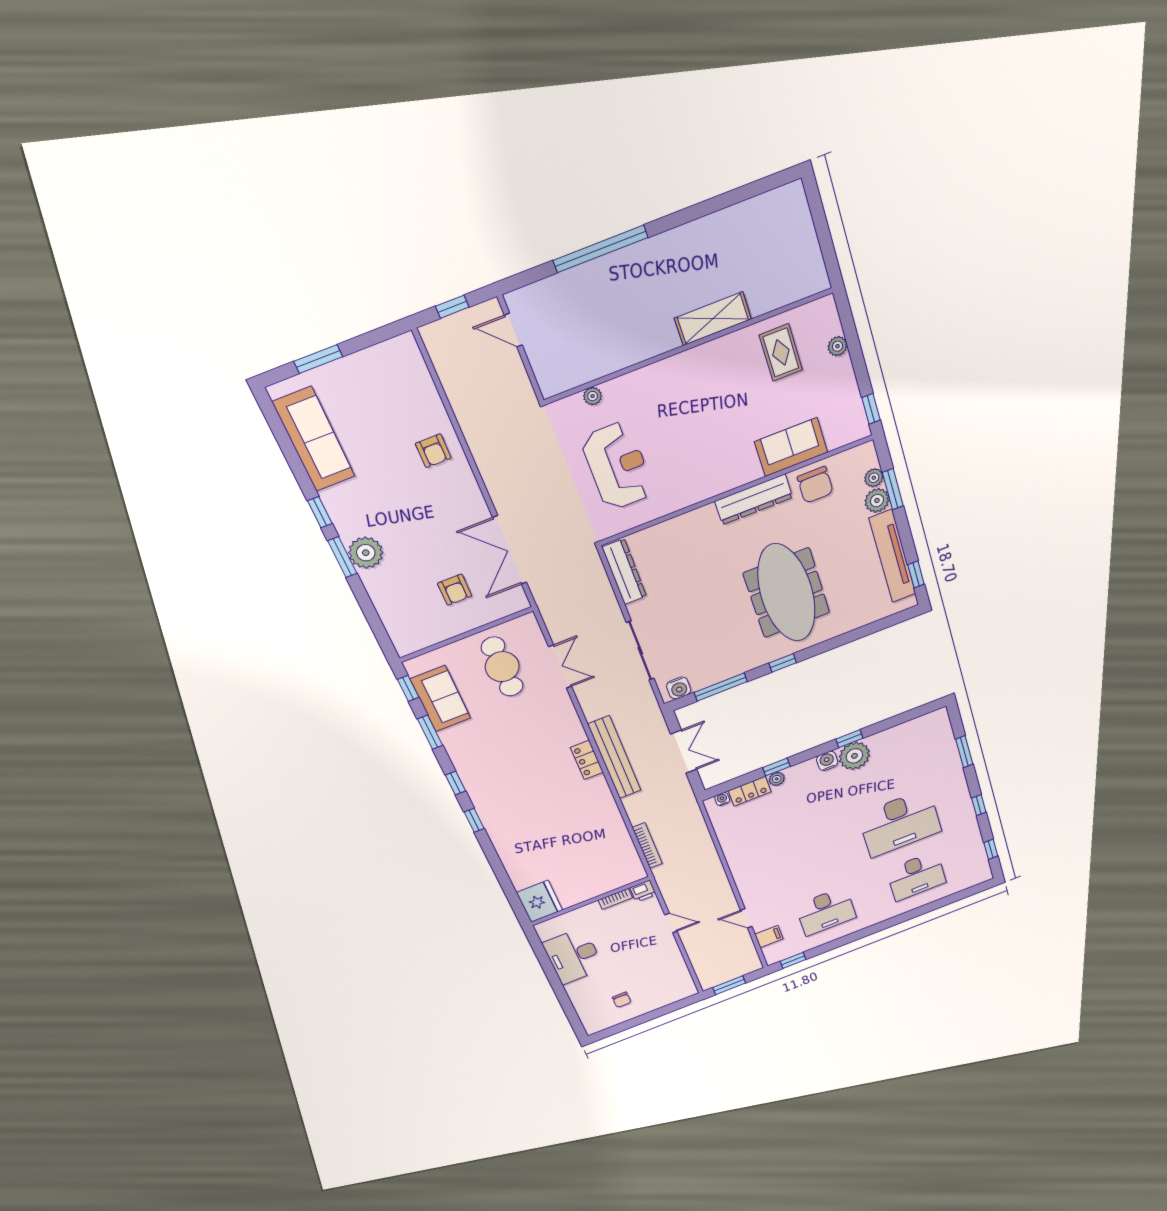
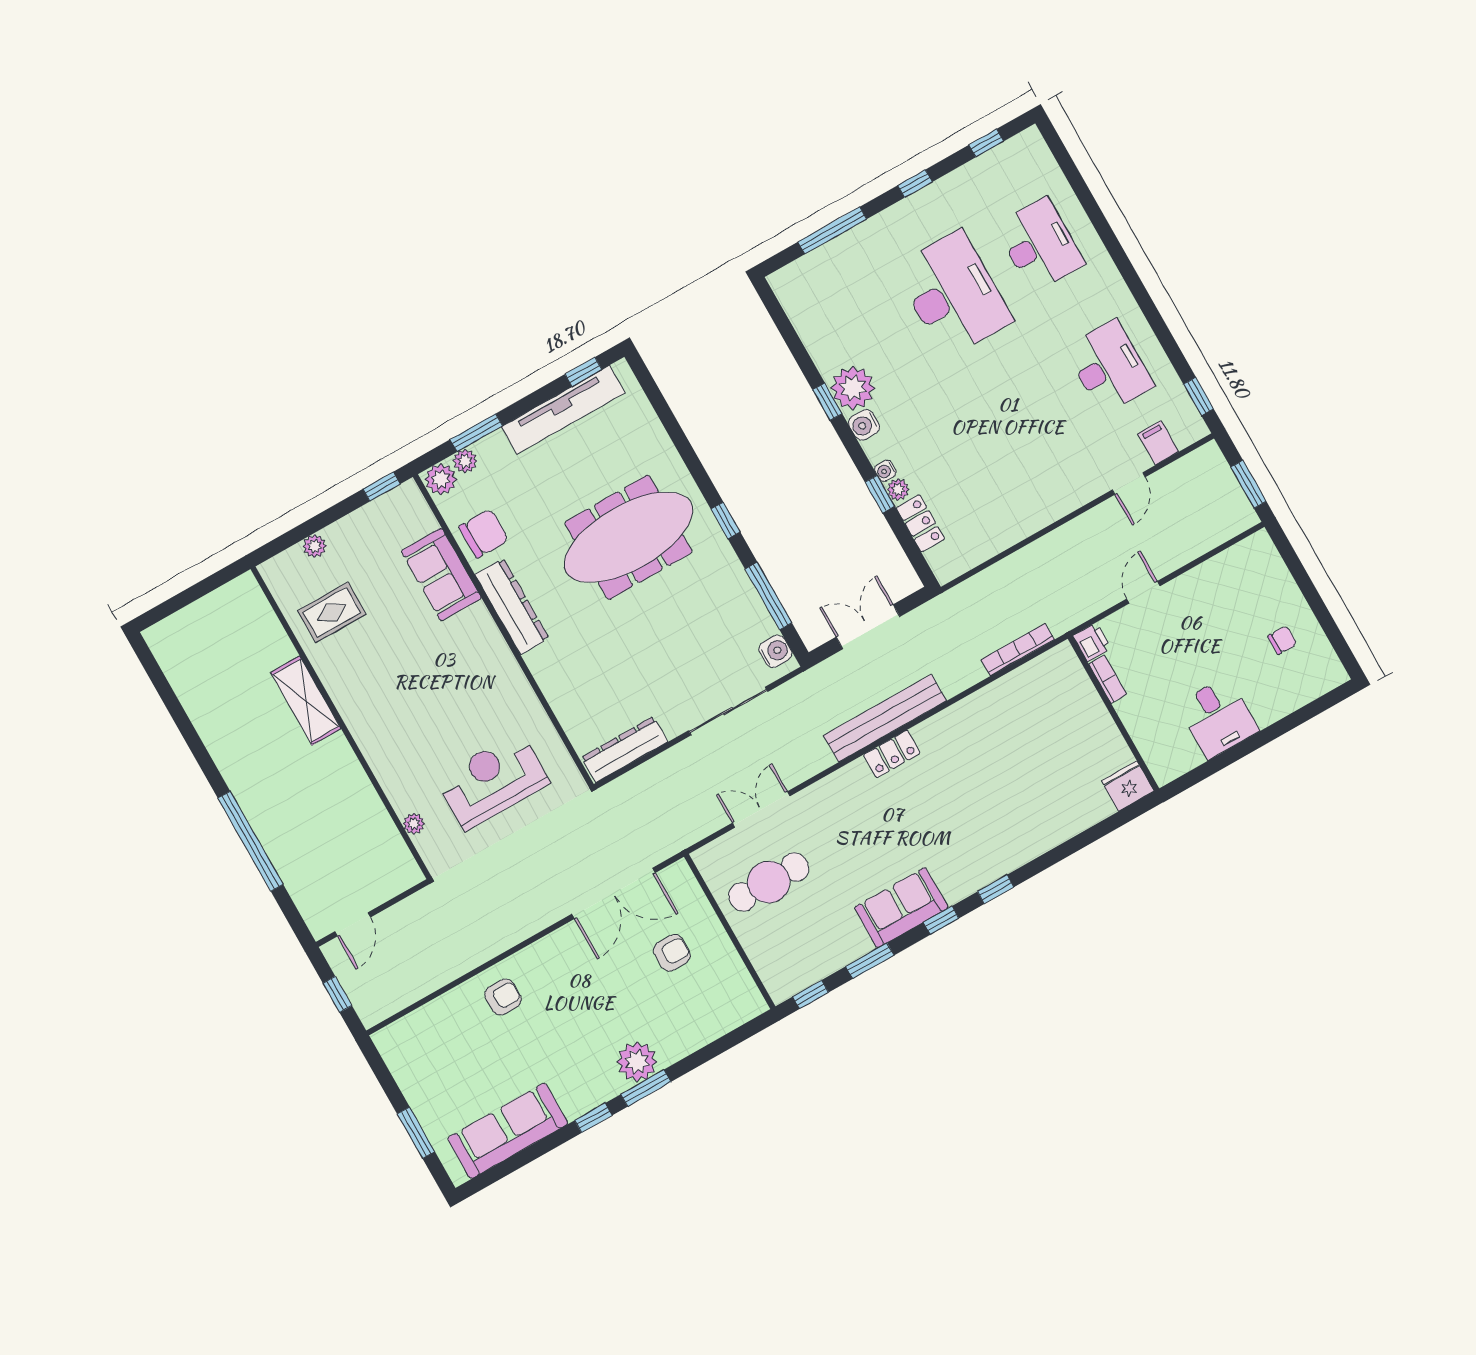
plant: (877, 500) -> (441, 479), moved
sofa: (440, 699) -> (901, 908), moved
window: (964, 752) -> (832, 230), width x1.44
water cooler: (722, 799) -> (885, 471), moved
fridge: (540, 901) -> (1128, 786), width x0.73, depth x0.75
desk: (573, 956) -> (1218, 717), width x0.73

